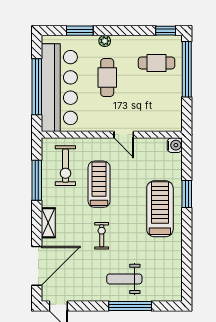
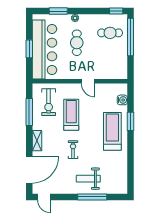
window: (37, 87) -> (29, 49), width x0.47
water cooler: (175, 145) -> (122, 100), moved

